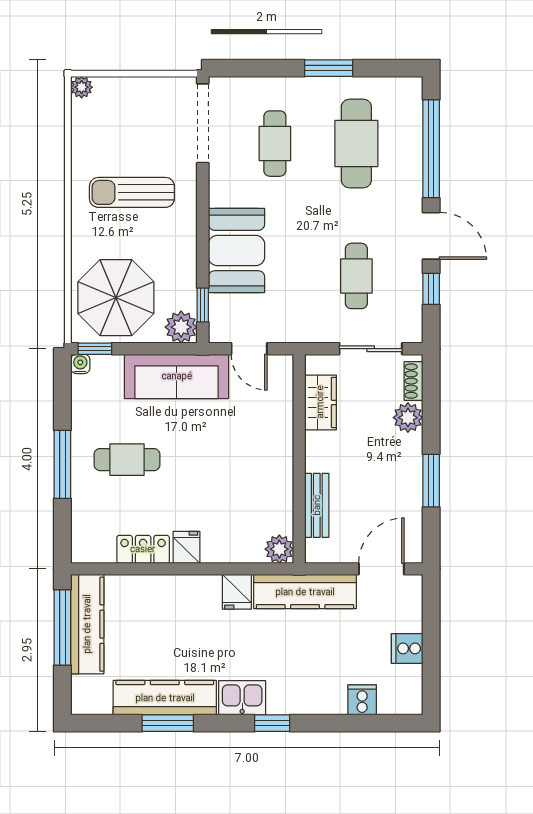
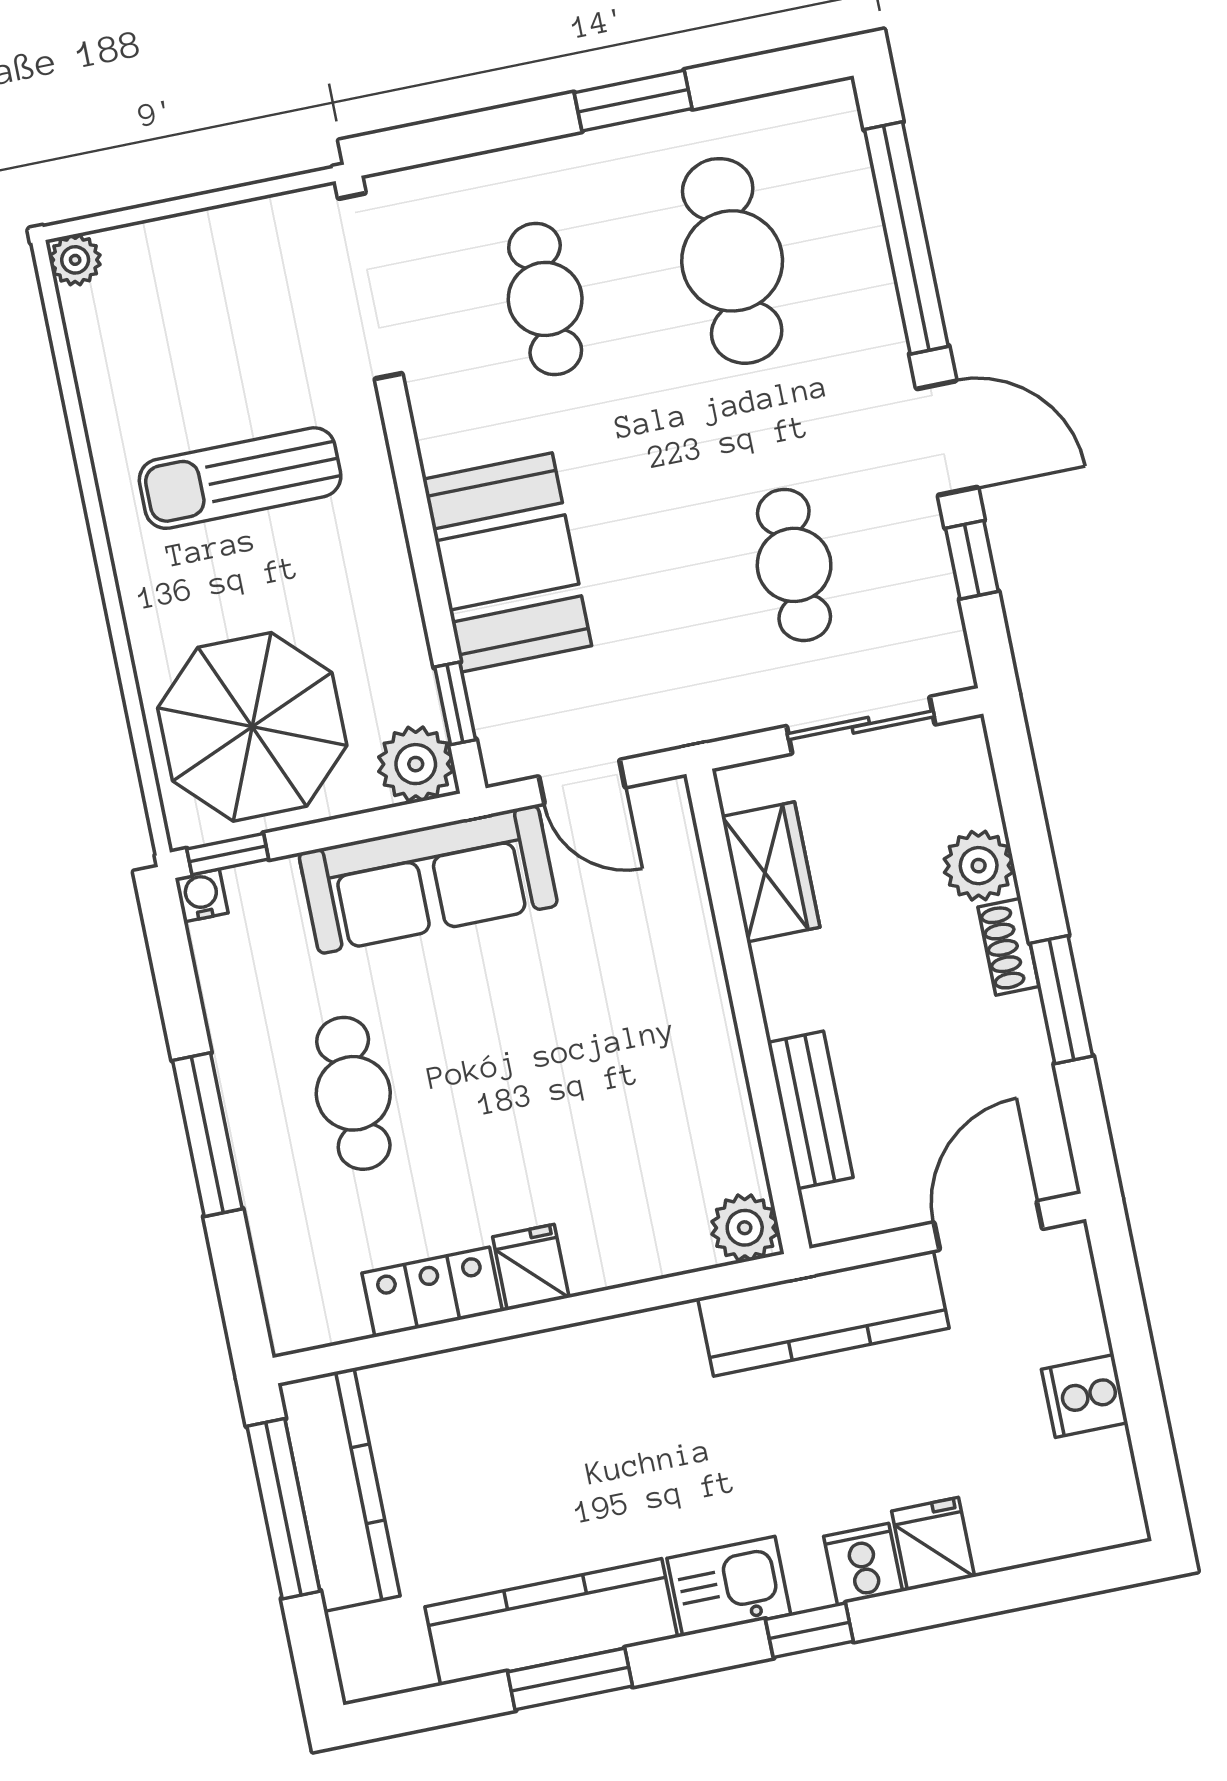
shoe rack: (414, 381) -> (1008, 947), moved
cafe table: (127, 460) -> (353, 1093), turned 90
fridge: (237, 592) -> (933, 1544), moved, turned 180
cooker: (362, 700) -> (863, 1564), moved

